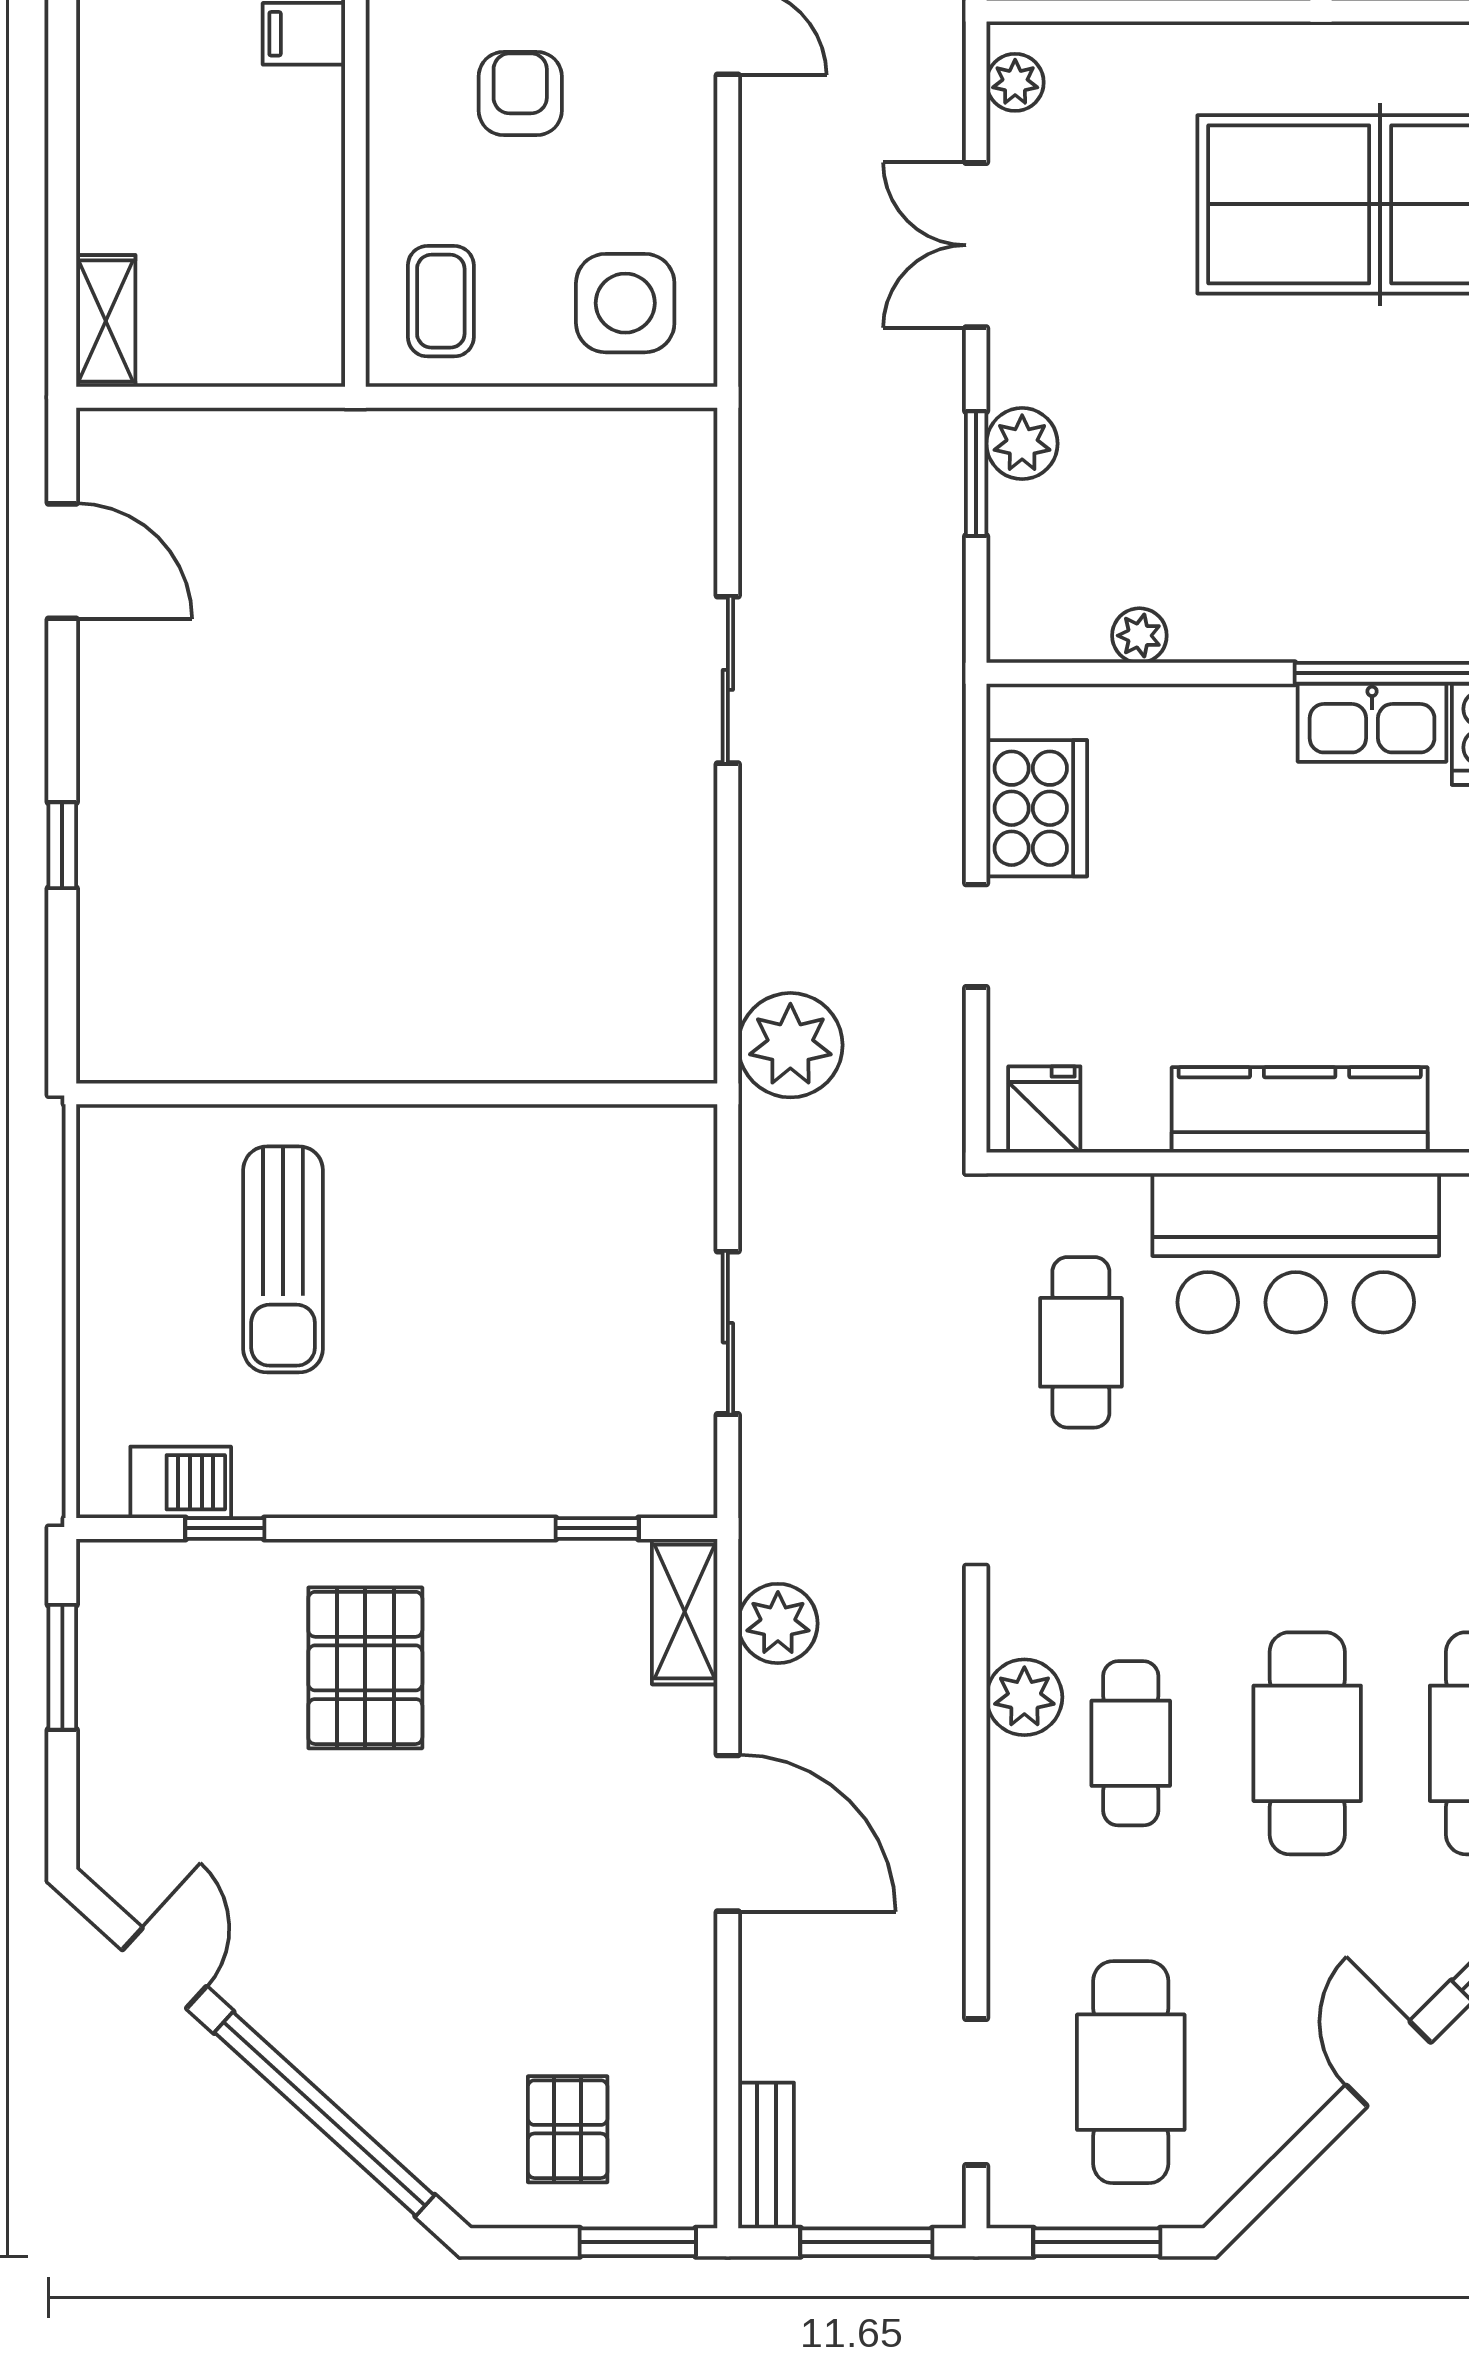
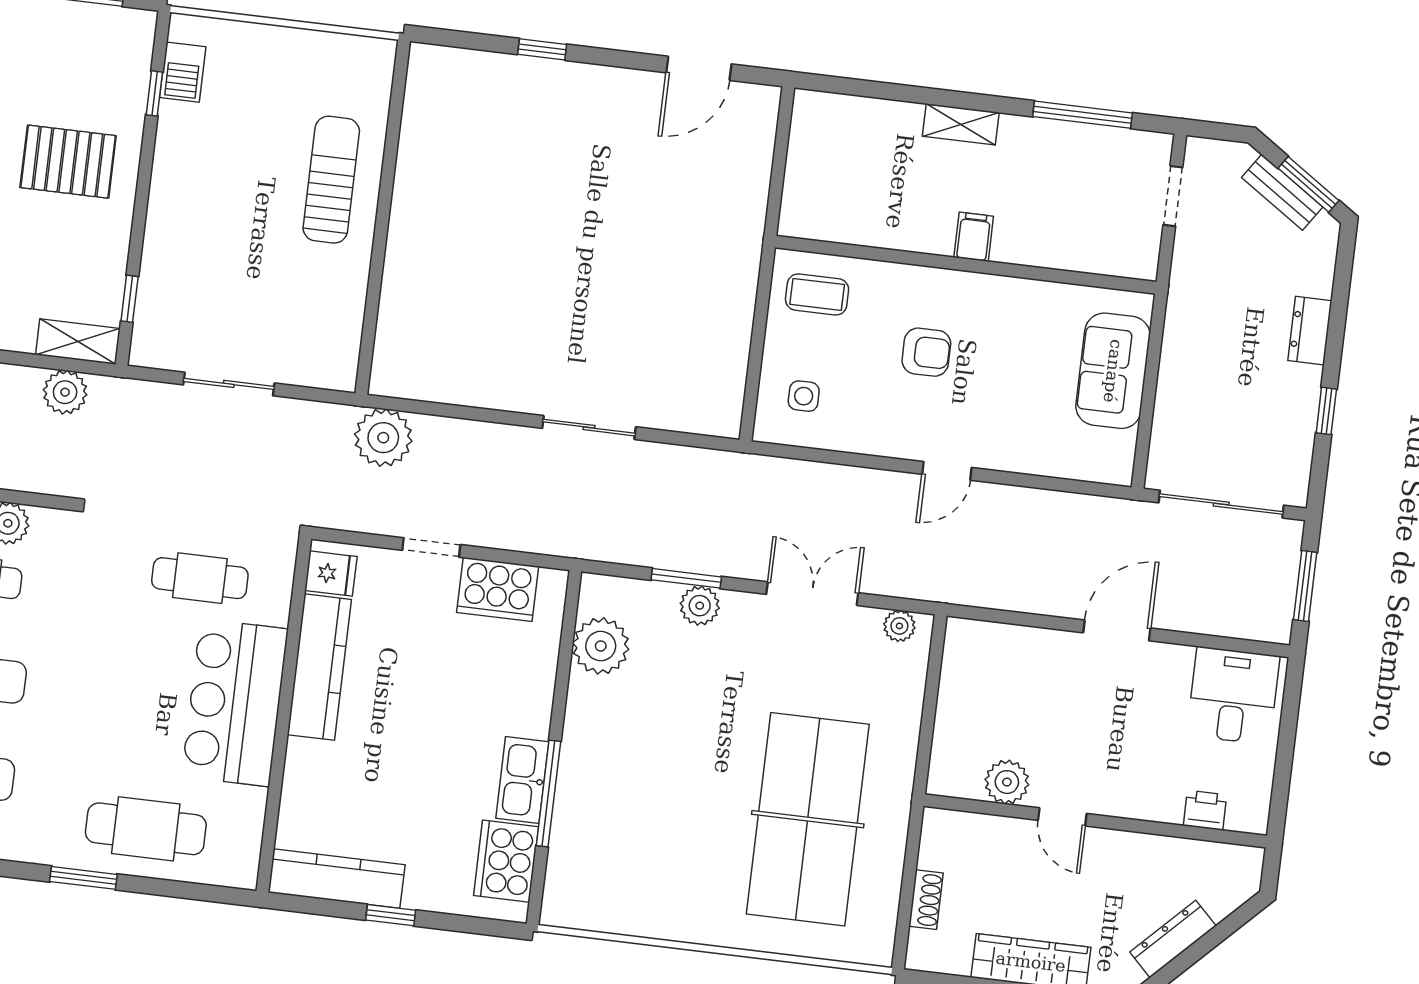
side table: (625, 303) -> (804, 396), width x0.54, depth x0.54
shelving: (106, 321) -> (961, 124), moved
plant: (1139, 636) -> (601, 646), width x1.87, depth x1.87
kitchen counter: (1300, 1110) -> (319, 667), moved
sun lounger: (283, 1259) -> (331, 180), moved, turned 90

